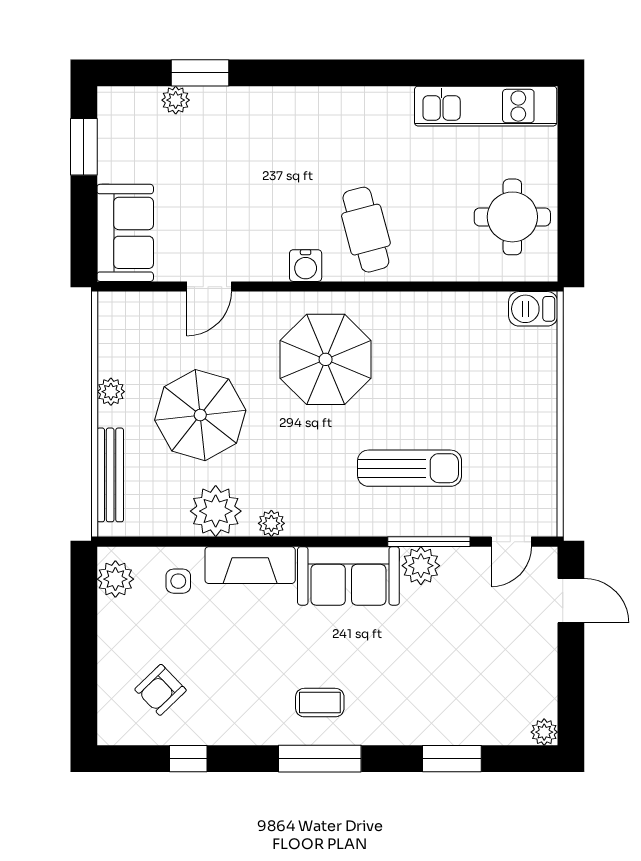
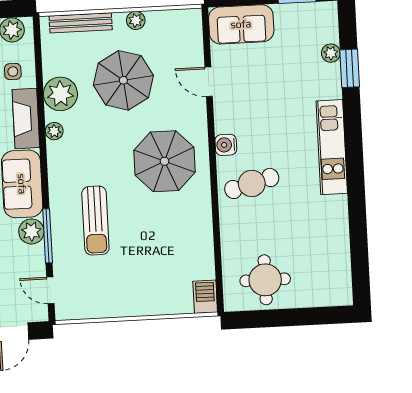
kitchen unit: (486, 106) -> (332, 147), moved

